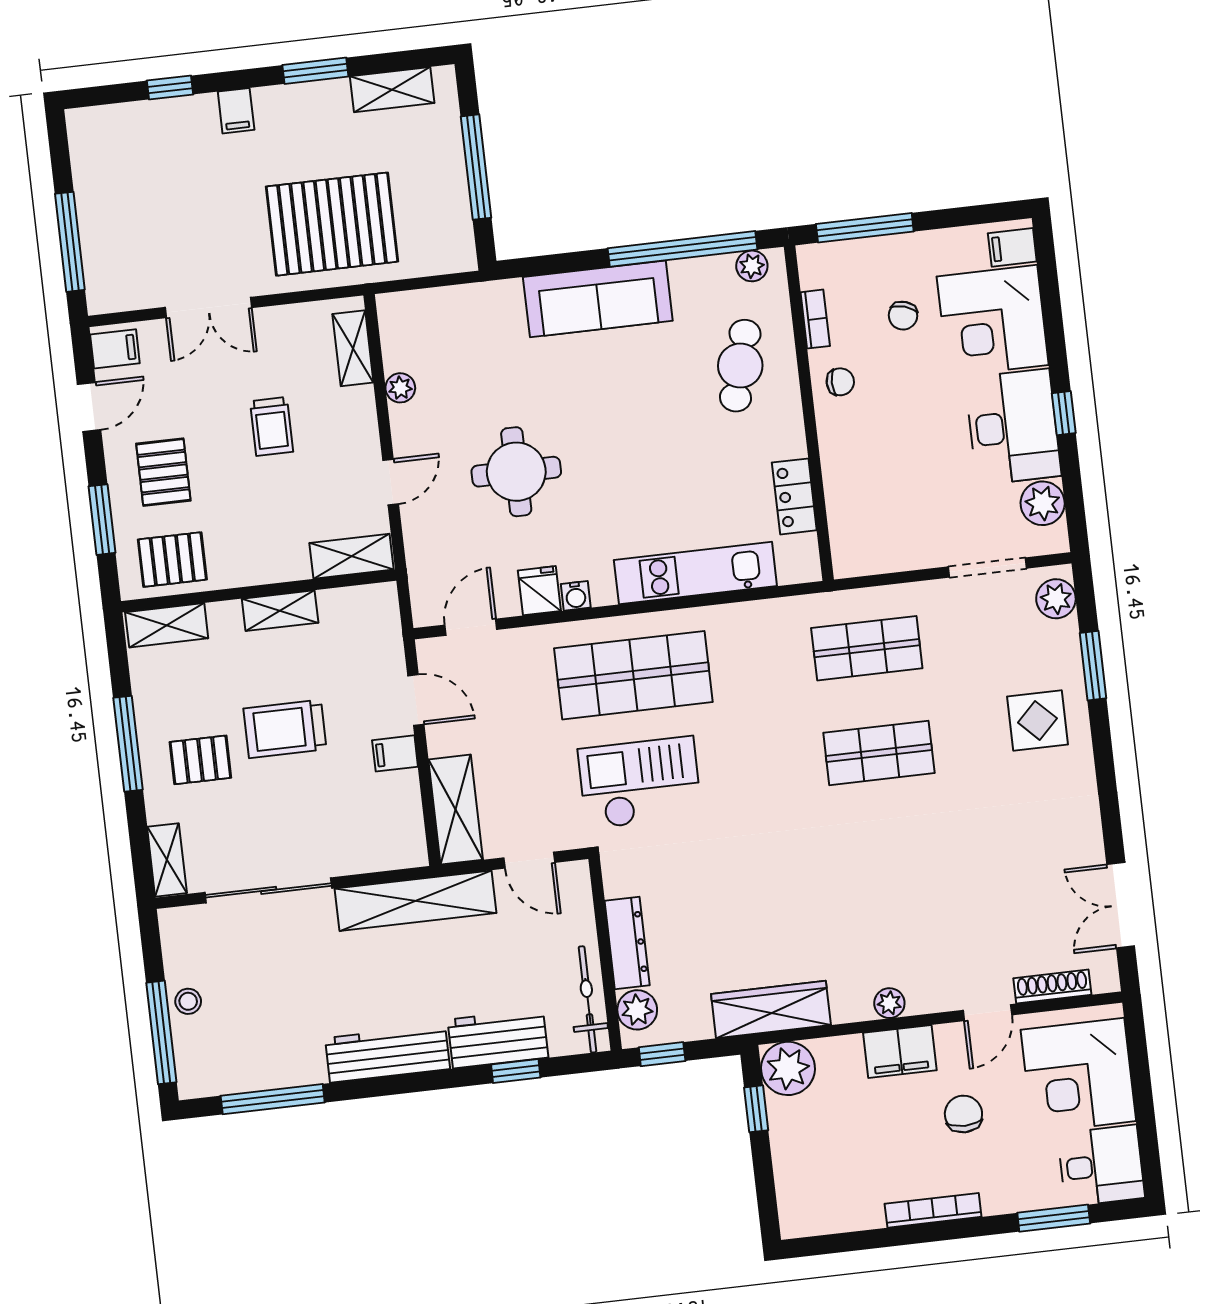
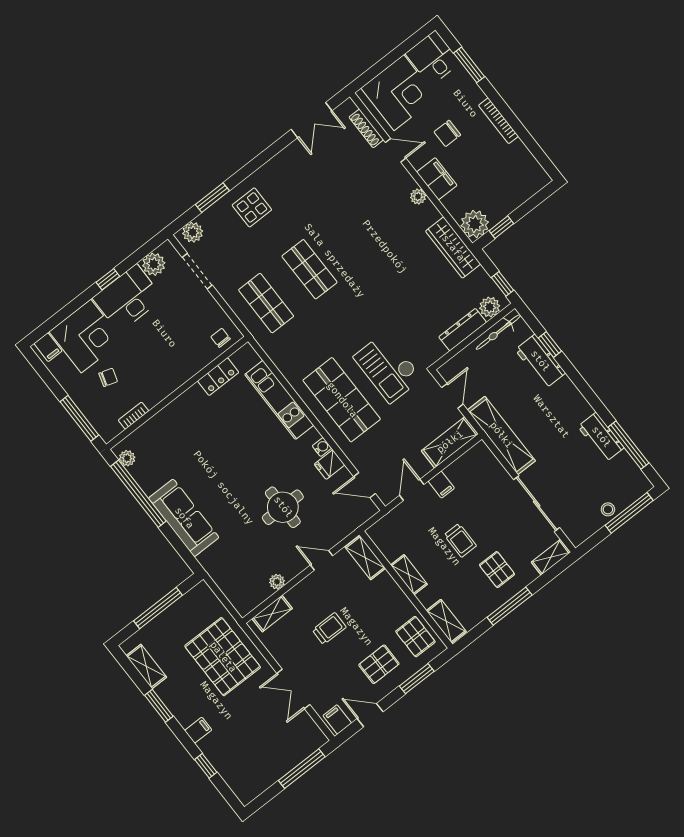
double door: (208, 308) -> (293, 689), swing flipped
cafe table: (740, 366) -> (175, 436), removed
chair: (840, 382) -> (221, 338), moved
trolley: (285, 729) -> (460, 540), width x0.73, depth x0.72
workbench: (388, 1053) -> (601, 437), moved, width x0.73

